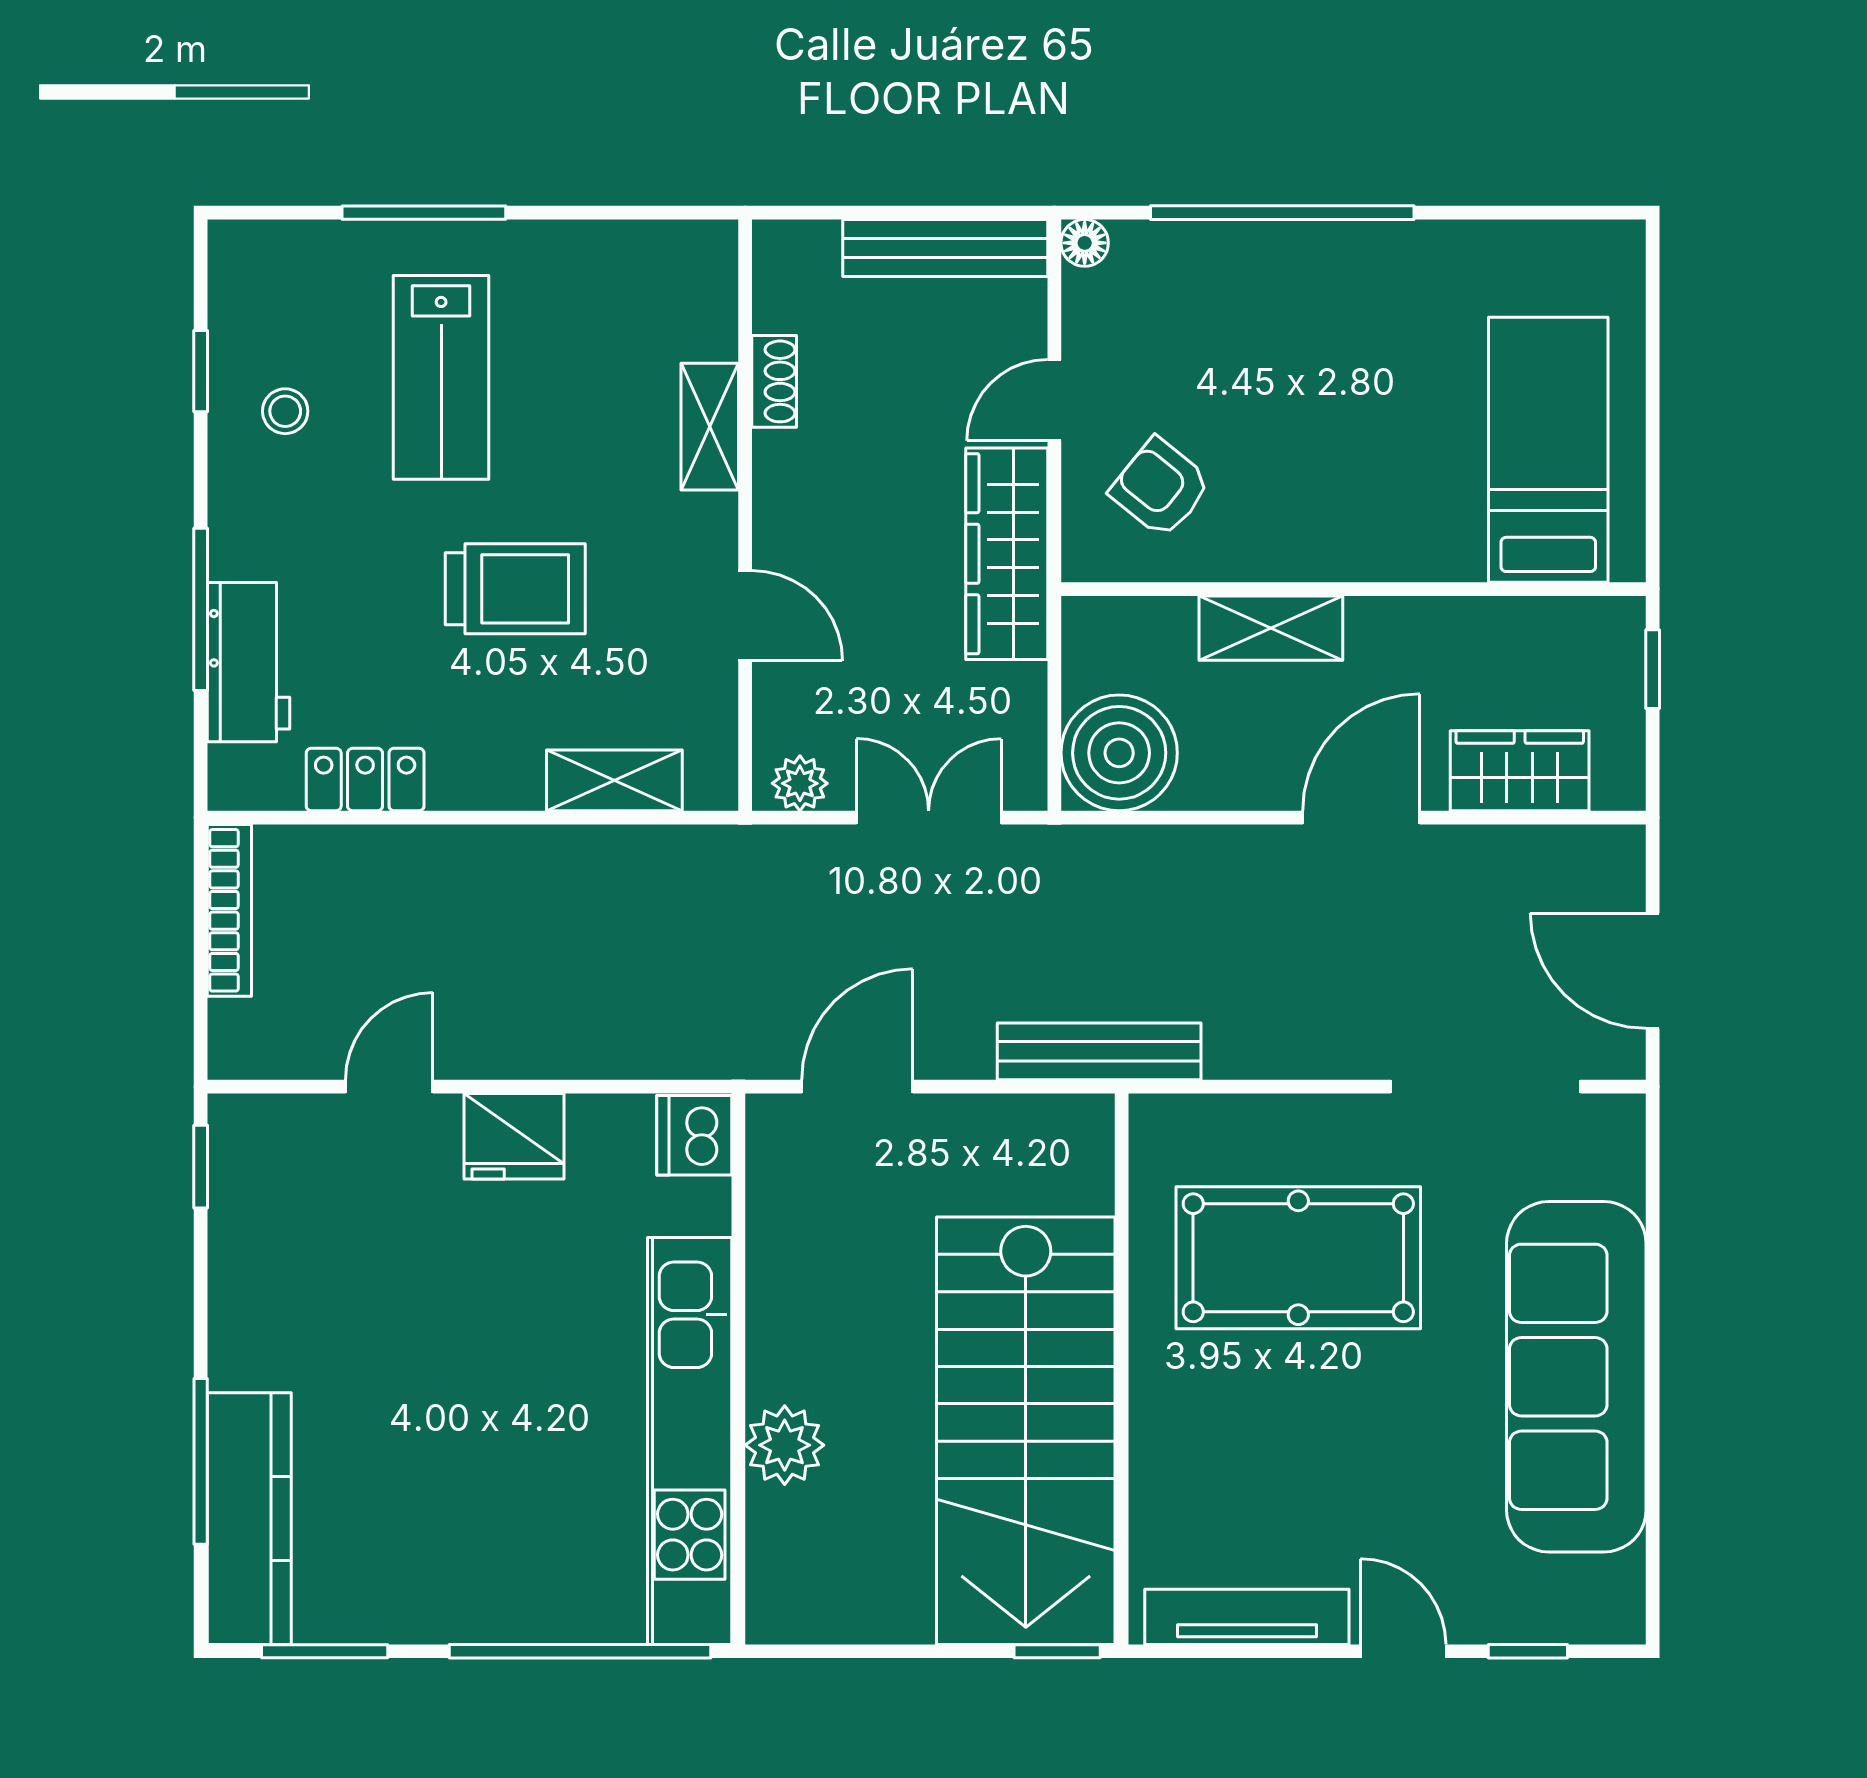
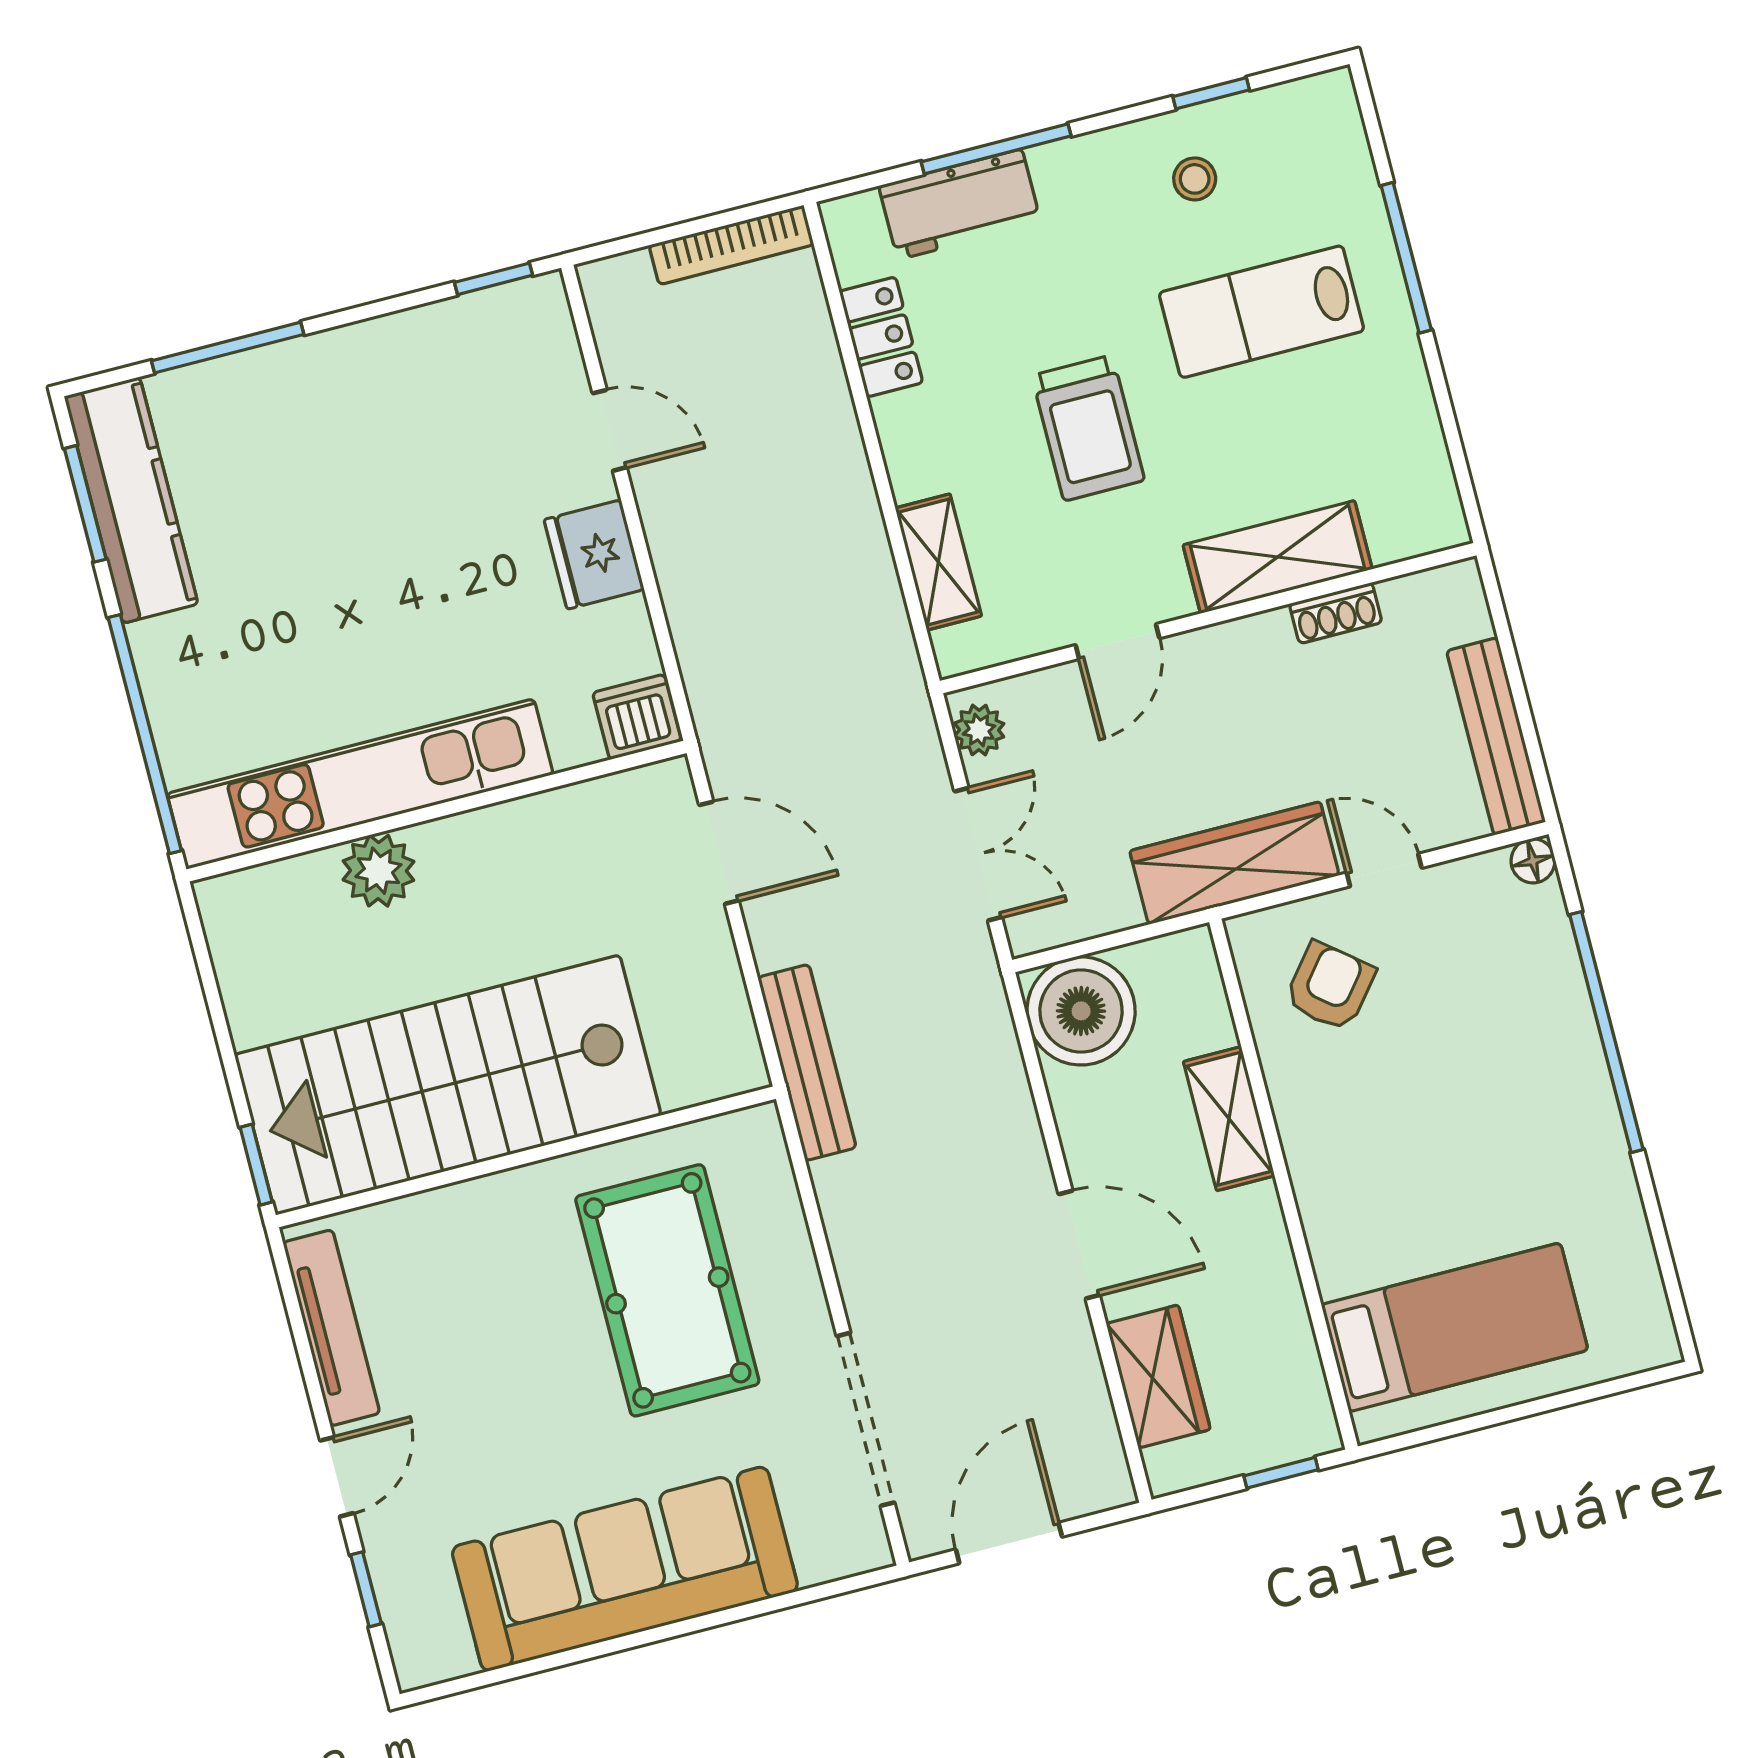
shelving: (710, 427) -> (1278, 557), width x1.50, depth x1.33
kitchen counter: (249, 1519) -> (131, 500), moved, turned -90

